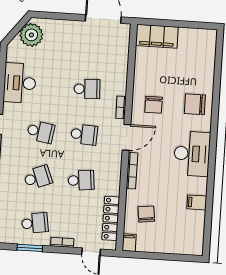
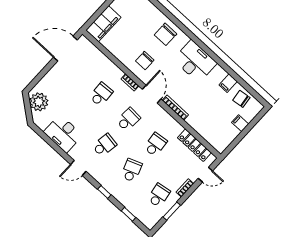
chair: (154, 105) -> (145, 61), turned 90
chair: (146, 214) -> (241, 99), moved
filing cabinet: (129, 243) -> (240, 123), moved

